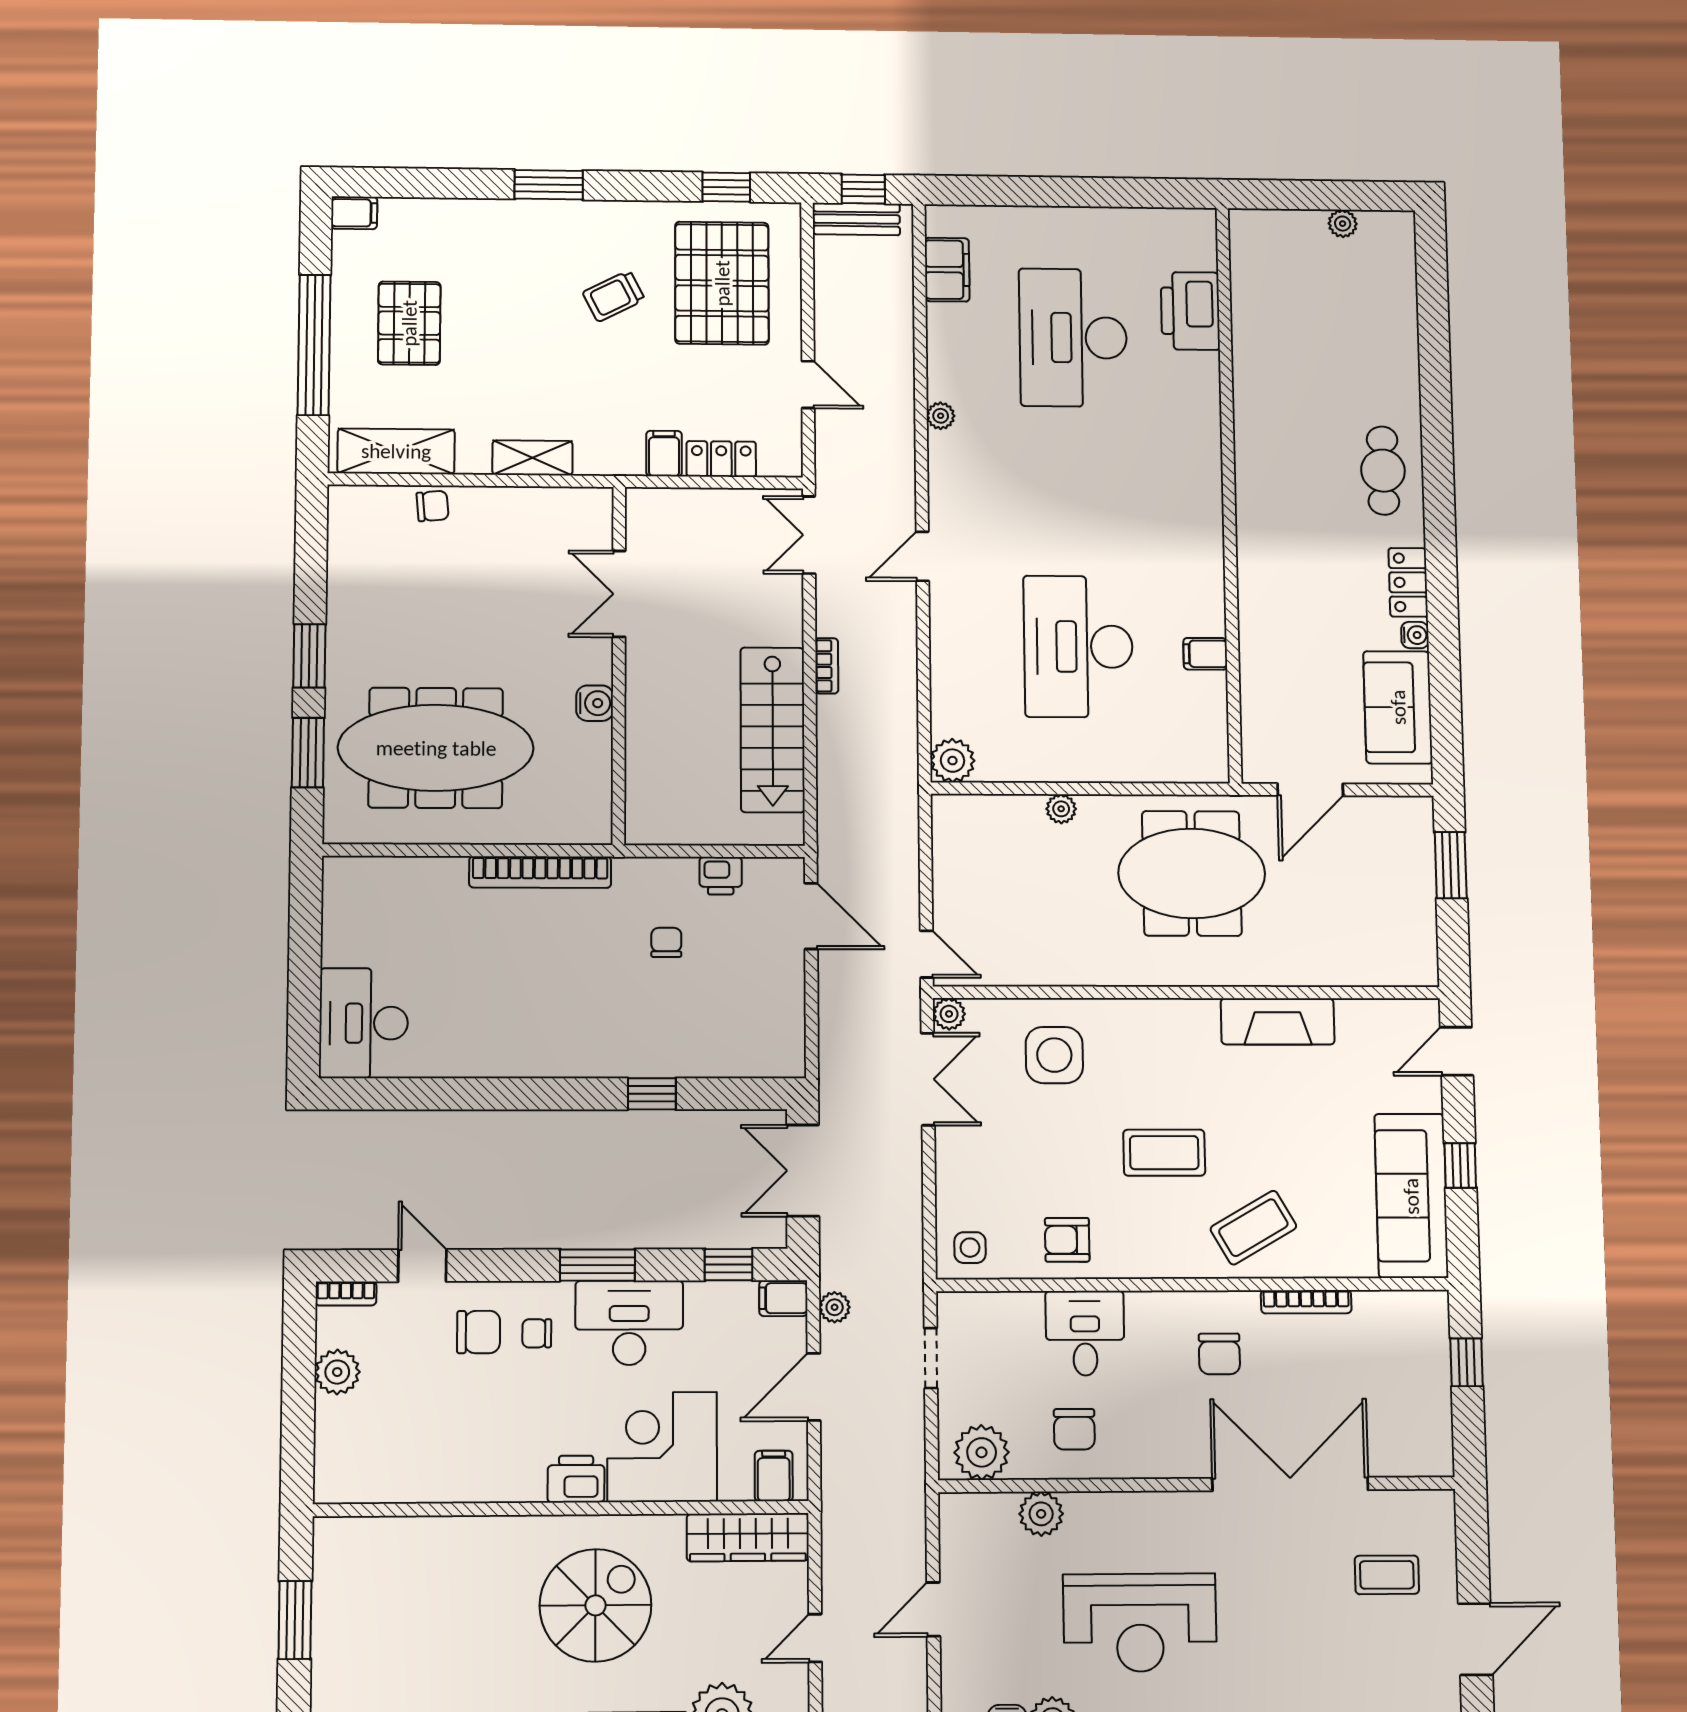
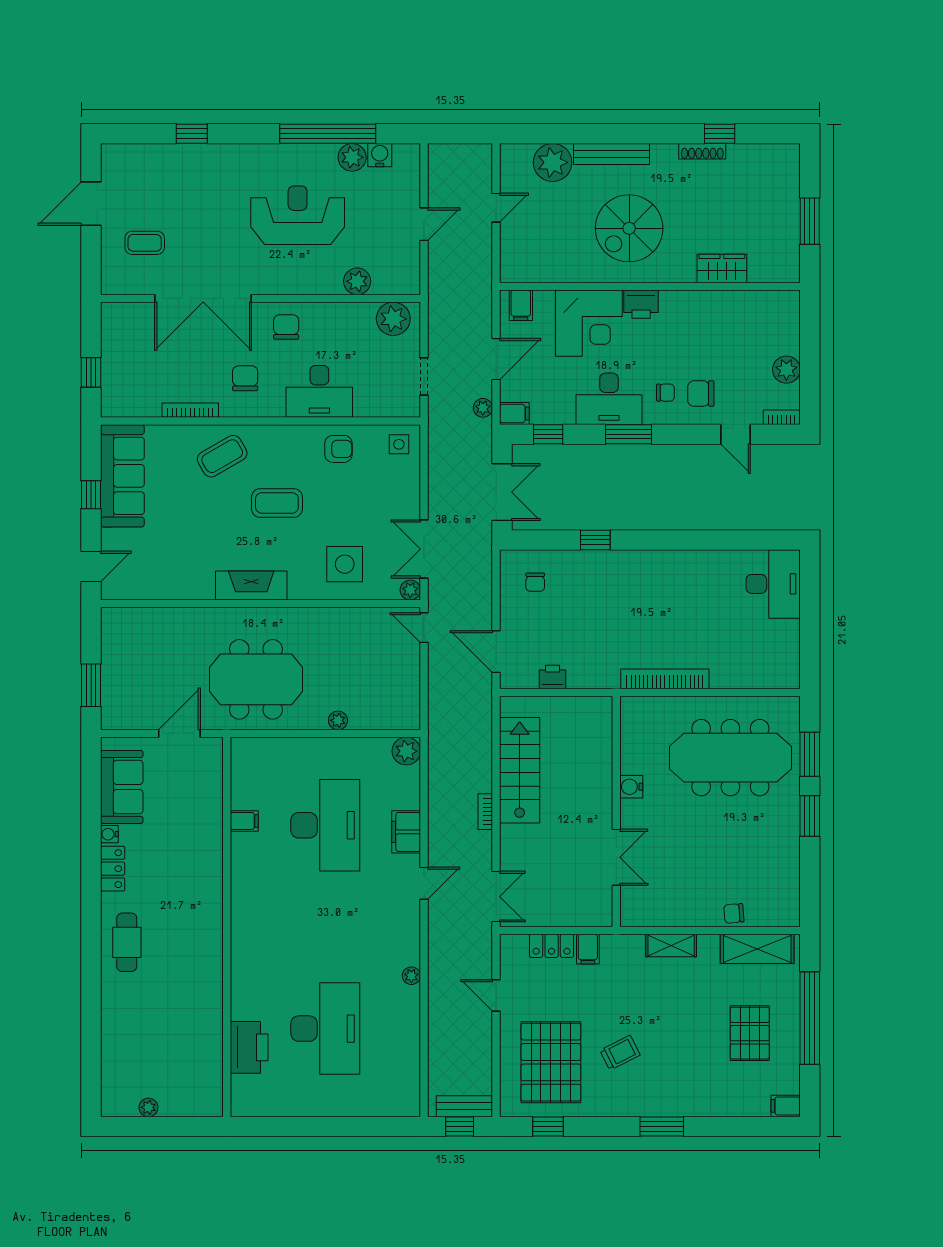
filing cabinet: (947, 270) -> (406, 832), moved
chair: (666, 942) -> (535, 582), moved
fireplace: (1278, 1021) -> (251, 585), moved
desk: (1085, 1333) -> (319, 391), width x1.37
chair: (1074, 1429) -> (286, 327), moved
wardrobe: (748, 1537) -> (722, 268), moved, width x0.67

